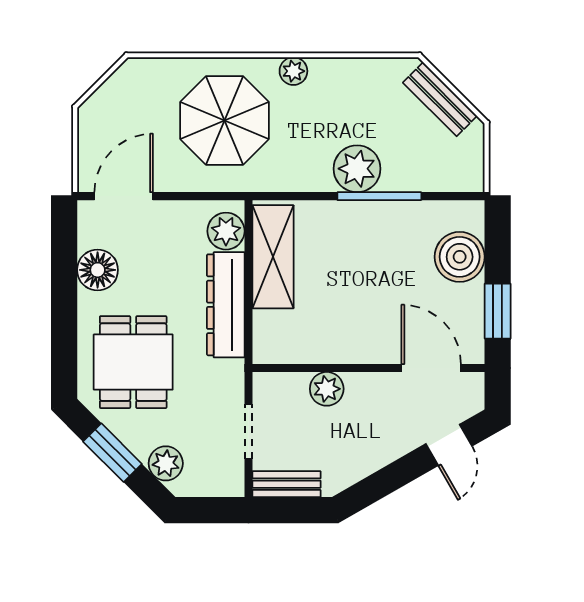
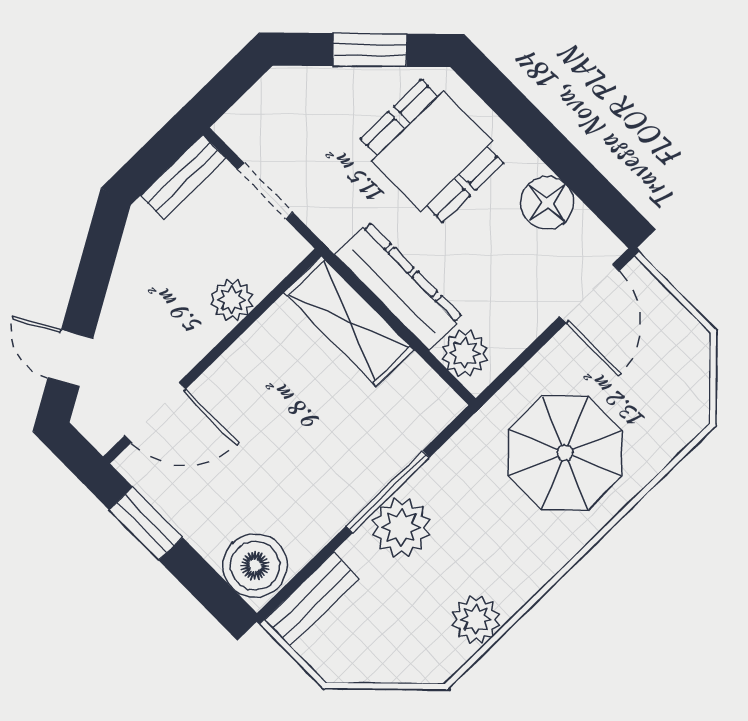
plant: (293, 71) -> (476, 620), moved, width x1.38, depth x1.38
bench: (440, 99) -> (312, 599), moved, turned -45
window: (379, 196) -> (388, 492), moved
shelving: (273, 257) -> (349, 321), moved
boiler: (460, 257) -> (255, 566), moved
plant: (166, 463) -> (312, 88), removed

